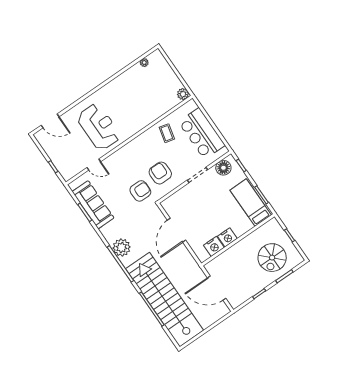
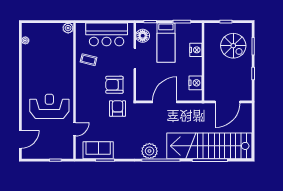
bed: (251, 203) -> (166, 43), moved, turned -90
sofa: (93, 205) -> (98, 150), width x0.73
door: (176, 230) -> (165, 102), swing flipped
nightstand: (227, 237) -> (196, 50), moved

